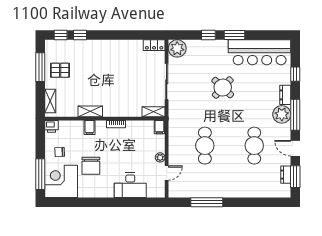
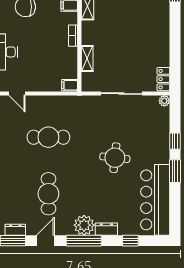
plant: (177, 48) -> (164, 101), width x0.53, depth x0.53
round table: (223, 88) -> (115, 158), turned -37
shelving: (154, 112) -> (87, 59), moved
cafe table: (254, 146) -> (48, 194), turned 90
plant: (160, 157) -> (35, 86), removed

